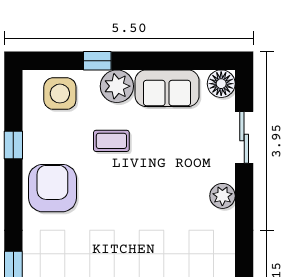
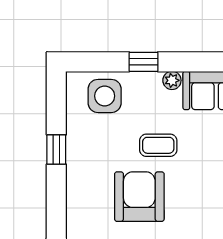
plant: (117, 86) -> (172, 80), width x0.53, depth x0.53
armchair: (52, 188) -> (139, 197), moved

